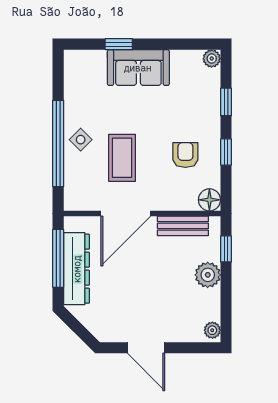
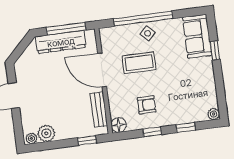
sofa: (138, 68) -> (197, 36), moved
plant: (208, 275) -> (46, 133), moved

